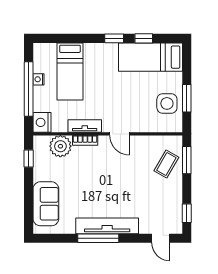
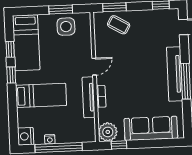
bed: (70, 71) -> (41, 95), moved
nightstand: (42, 122) -> (26, 136), moved, turned 90
tv unit: (85, 126) -> (89, 97), width x1.41
plant: (60, 146) -> (108, 132), moved
sofa: (46, 204) -> (151, 128), width x1.36

